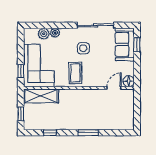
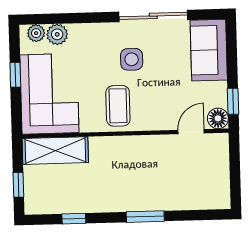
plant: (55, 33) -> (36, 33), moved
window: (137, 45) -> (233, 101), moved
window: (21, 71) -> (15, 75), moved

